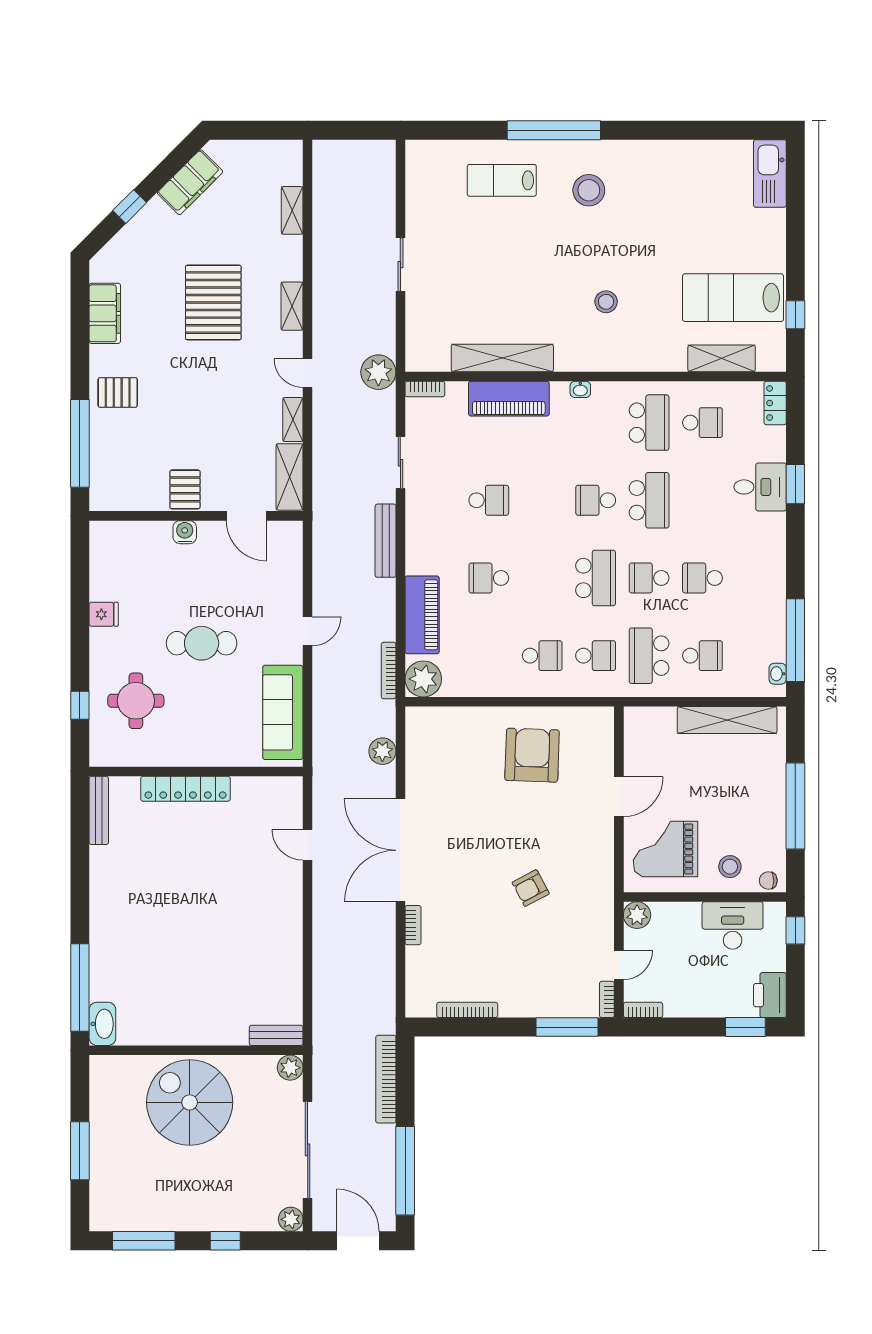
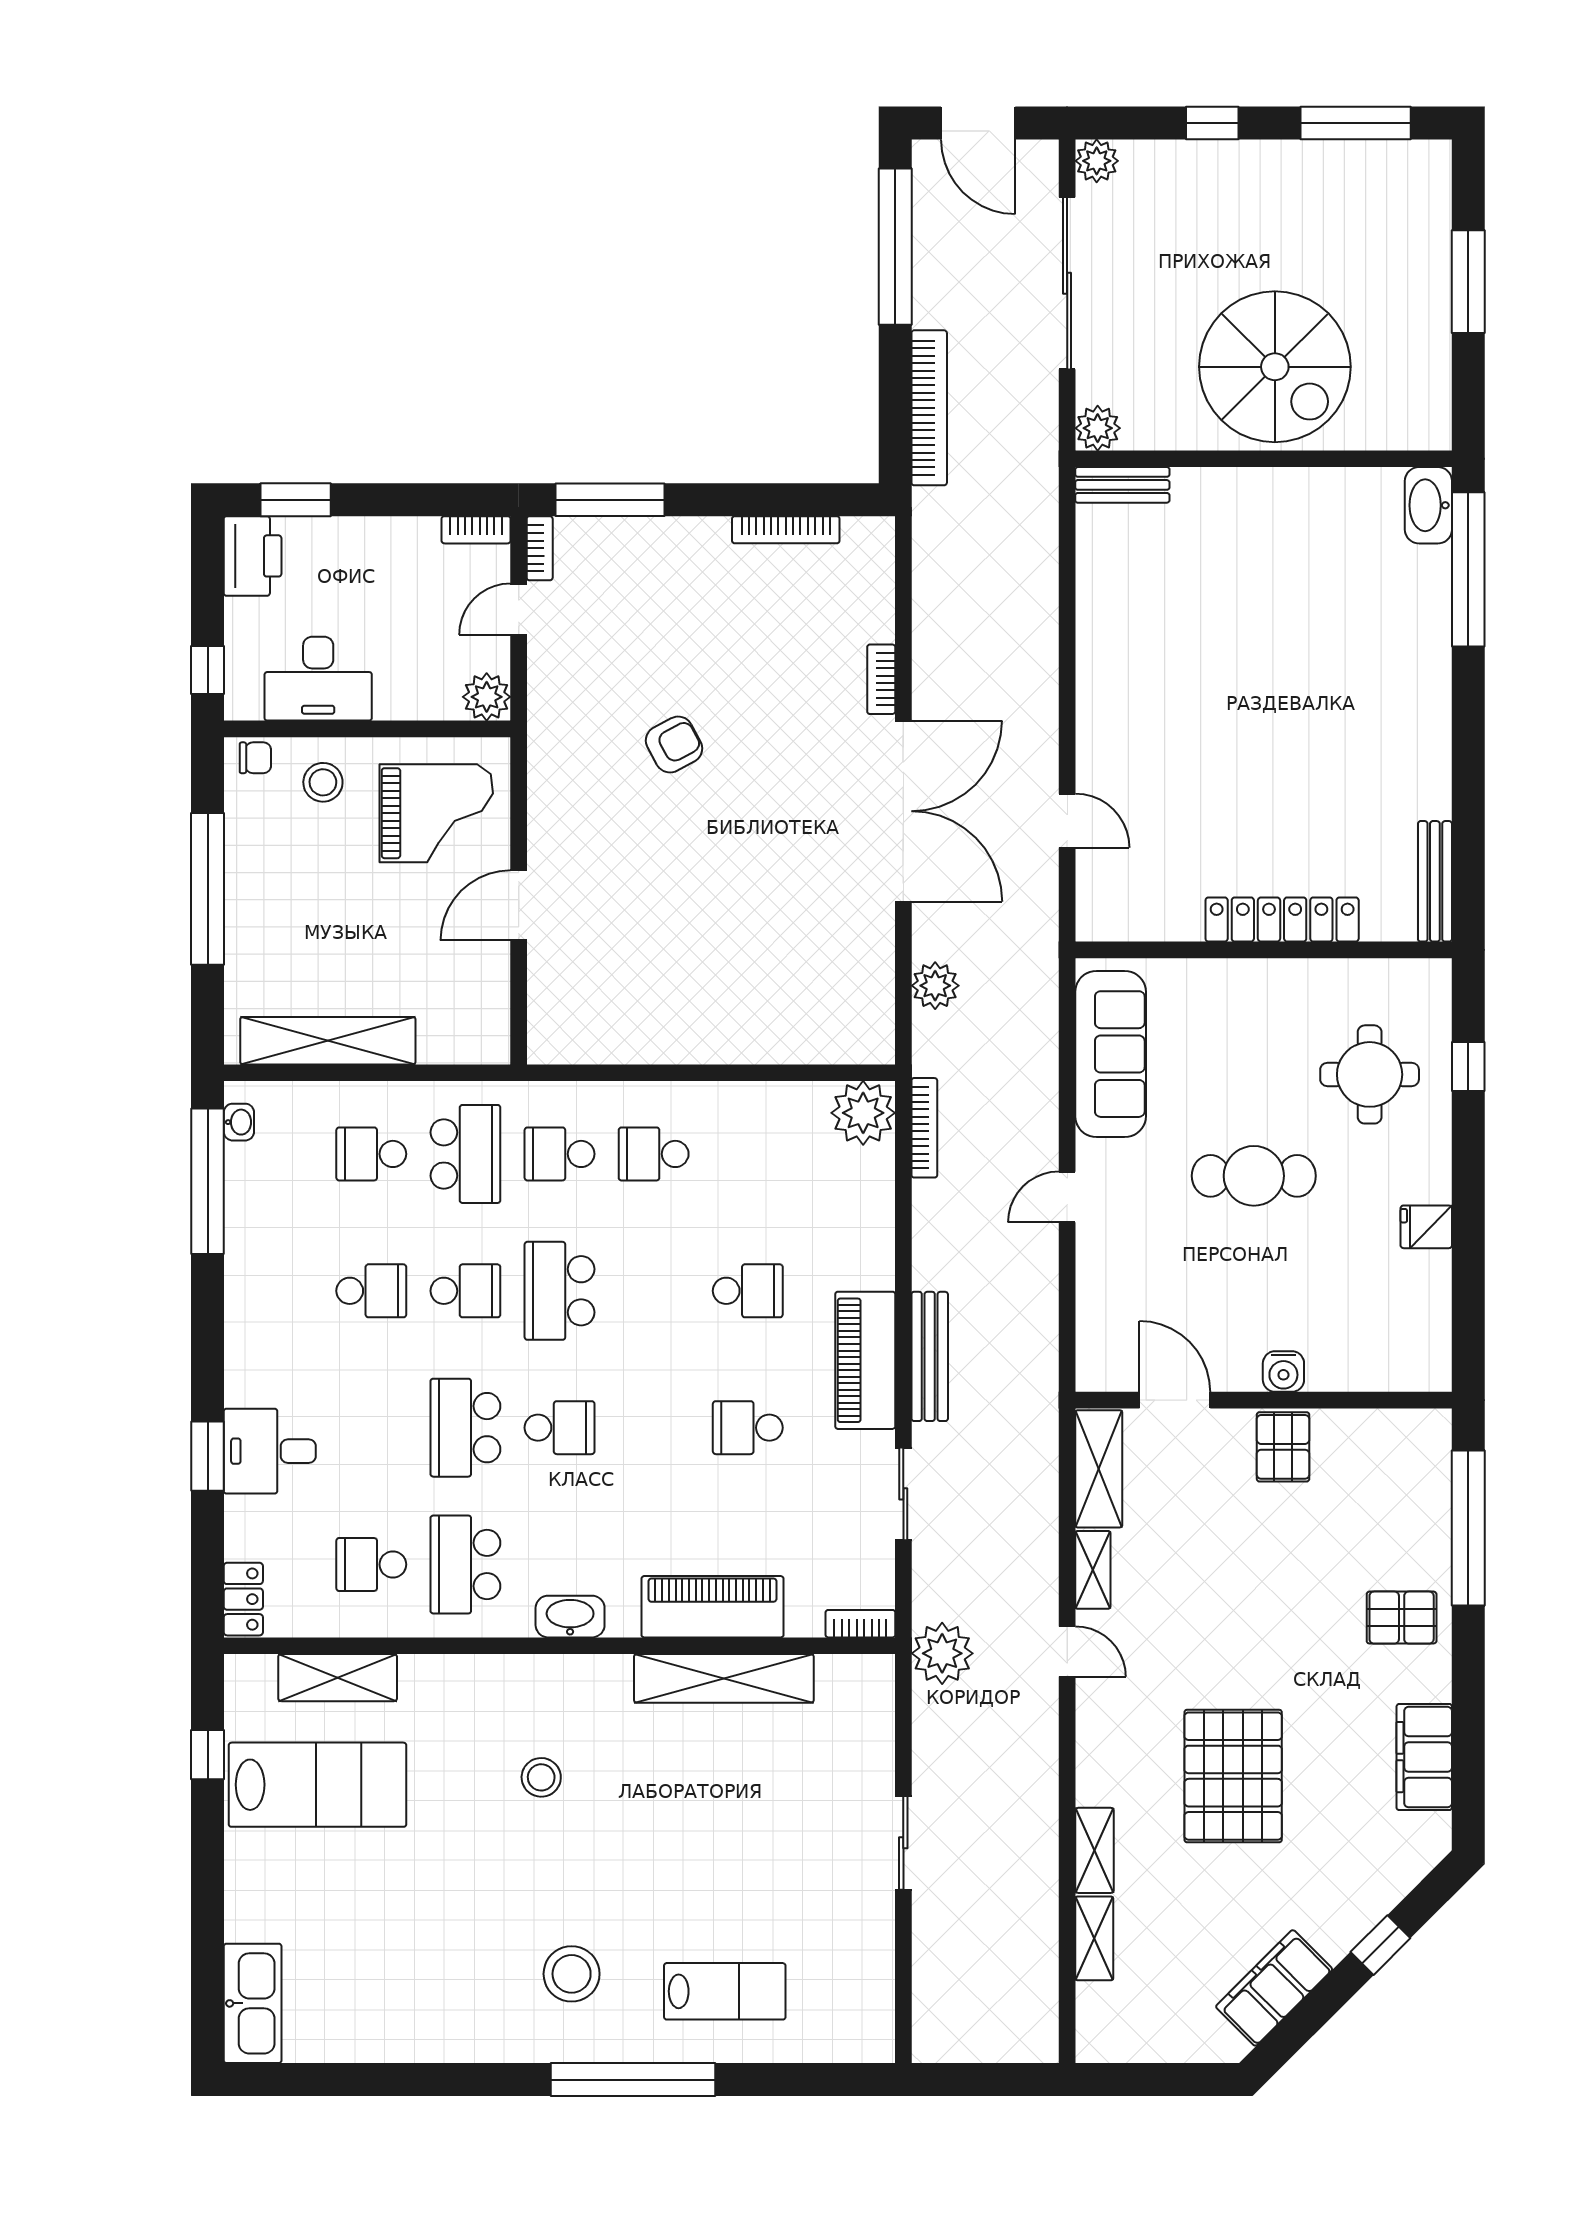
shelving: (292, 306) -> (1094, 1850), moved
washbasin: (580, 389) -> (570, 1617), width x1.91, depth x1.45
piano: (422, 615) -> (865, 1360), moved
armchair: (532, 755) -> (671, 979), removed

